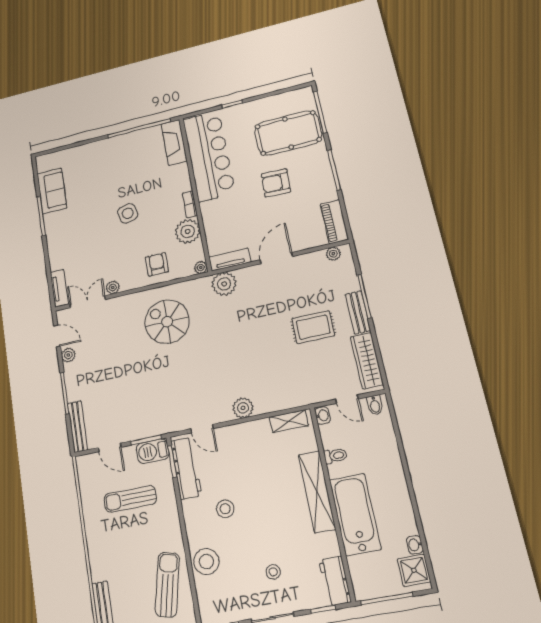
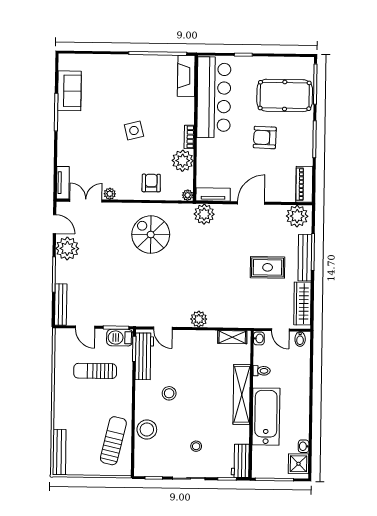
plant: (333, 254) -> (297, 216), width x1.87, depth x1.87
bench: (358, 312) -> (305, 258), width x1.36
plant: (68, 355) -> (67, 248), width x1.88, depth x1.88

